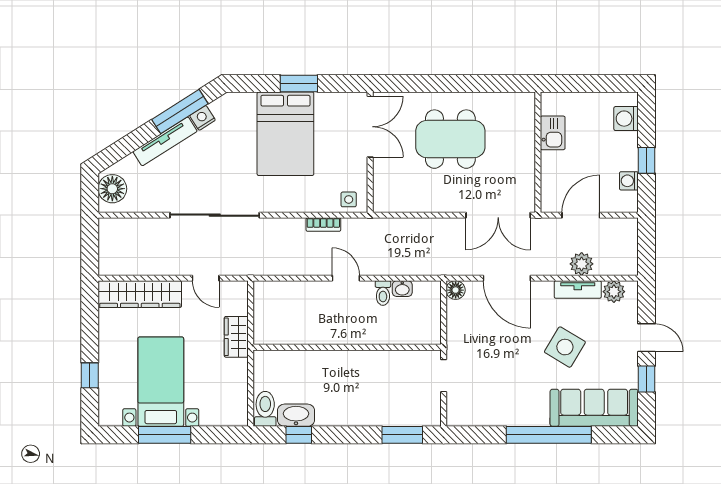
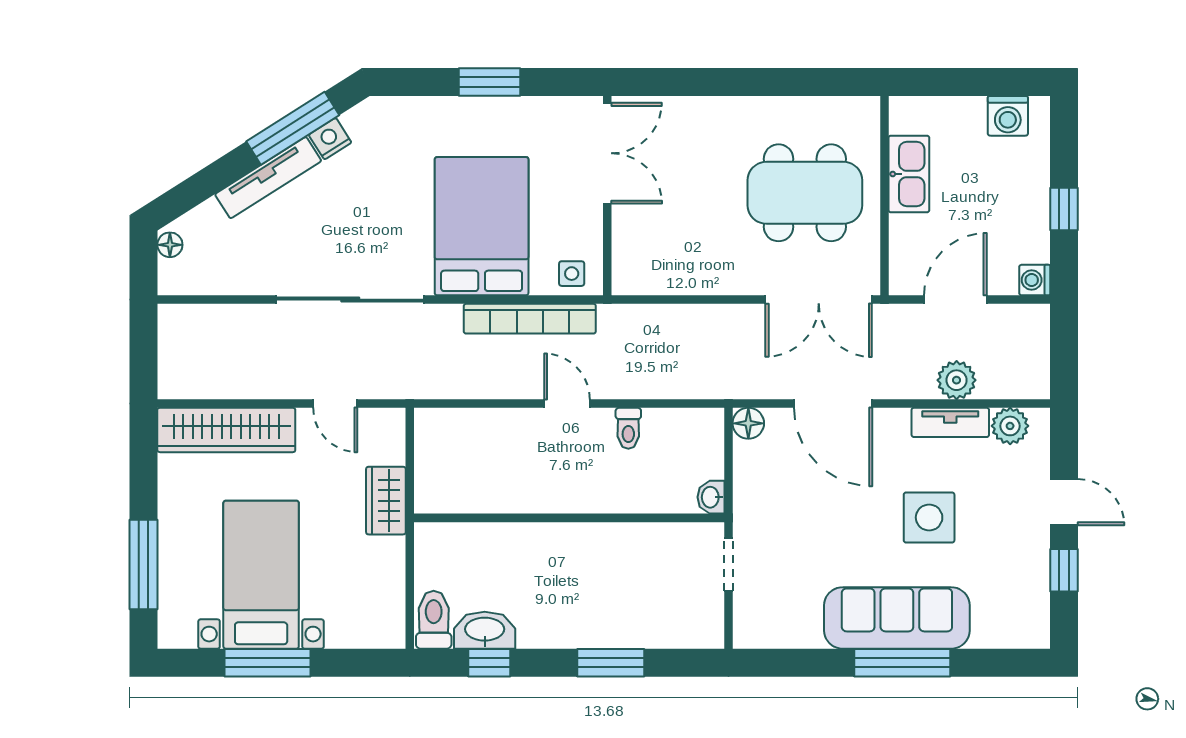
washing machine: (626, 119) -> (1008, 116), moved, turned -90
kitchen sink: (553, 133) -> (909, 174), width x1.38
bed: (285, 134) -> (482, 226), moved, turned 180
dining table: (450, 139) -> (805, 193), moved
washing machine: (629, 181) -> (1035, 280), moved
floor lamp: (112, 189) -> (170, 245), width x0.53, depth x0.53
bookcase: (323, 225) -> (530, 319), width x2.31, depth x1.31
washbasin: (402, 289) -> (711, 497), moved, turned 90
side table: (565, 347) -> (929, 517), turned -31
window: (90, 375) -> (144, 565), width x2.17
sofa: (594, 408) -> (897, 618), moved
window: (402, 435) -> (611, 663), moved
window: (549, 435) -> (902, 663), width x0.68

